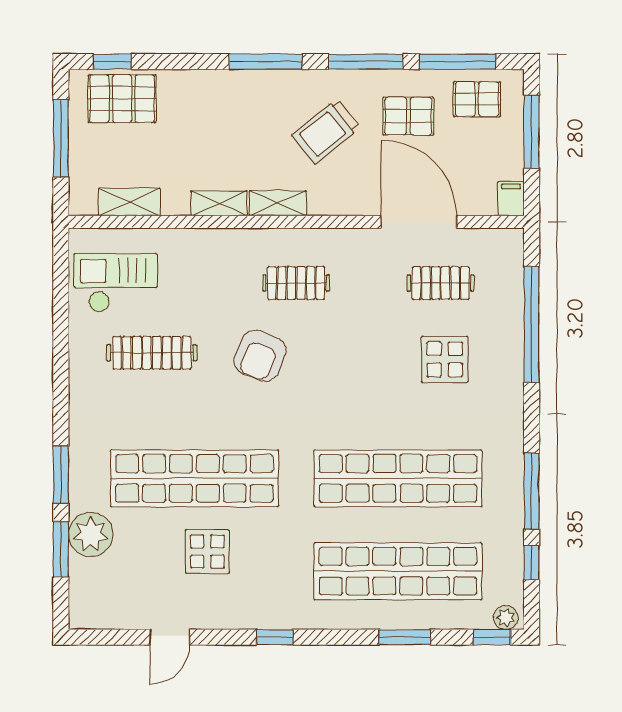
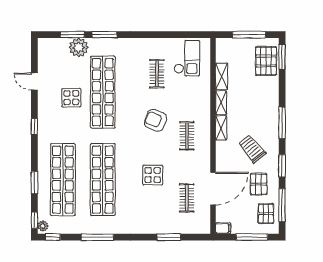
window: (112, 62) -> (282, 57), width x1.50
window: (366, 62) -> (282, 166), width x0.69
shelving: (129, 202) -> (222, 76), moved
window: (532, 325) -> (169, 237), width x0.47
clothes rail: (152, 353) -> (157, 74), width x0.73
display table: (445, 359) -> (153, 175), moved
window: (532, 563) -> (53, 237), moved

